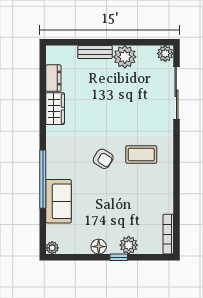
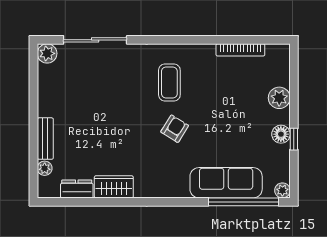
plant: (125, 57) -> (45, 168), moved, width x0.53, depth x0.53
window: (43, 179) -> (243, 202), moved
sofa: (59, 201) -> (226, 183), width x1.36
bookcase: (168, 234) -> (240, 50), moved
window: (119, 257) -> (294, 139), moved

